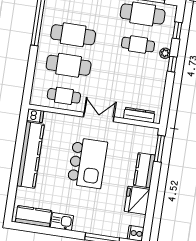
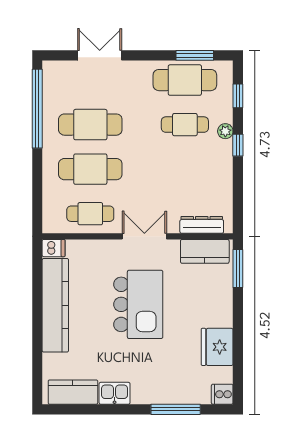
kitchen counter: (144, 170) -> (205, 251), moved, turned -90

